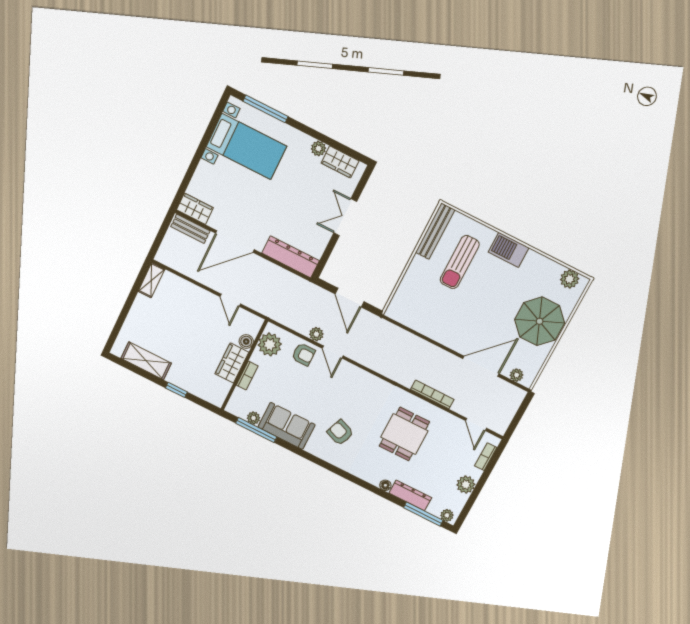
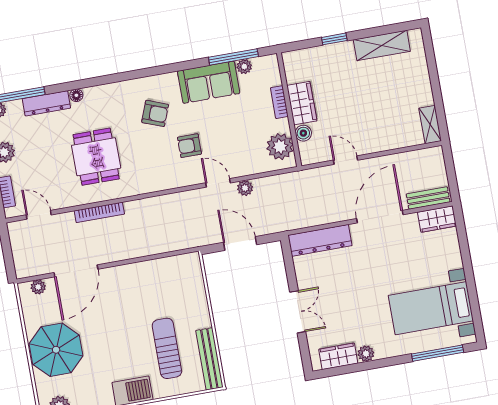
armchair: (303, 354) -> (189, 146), moved

